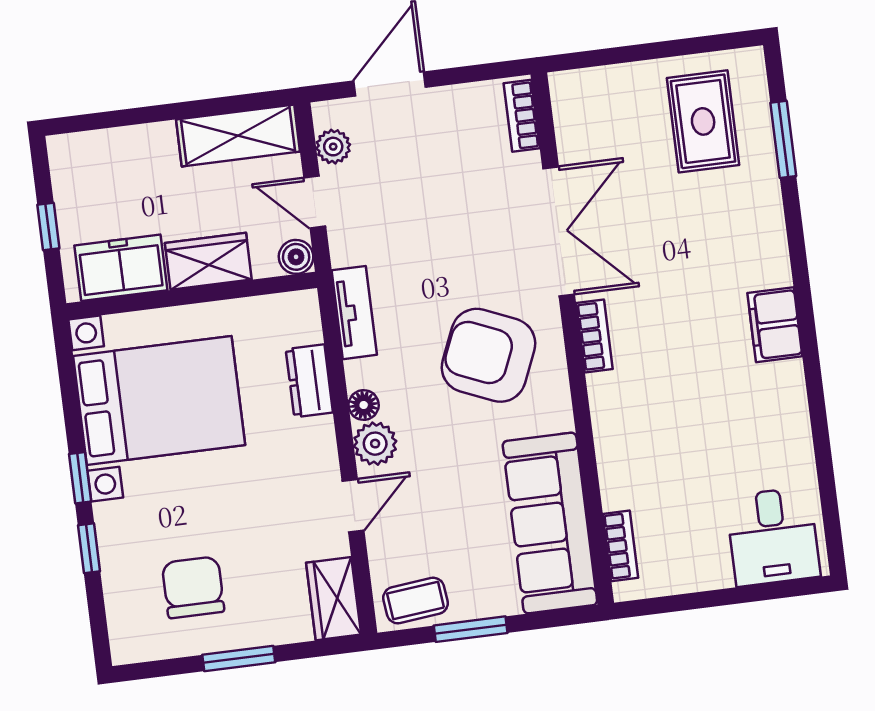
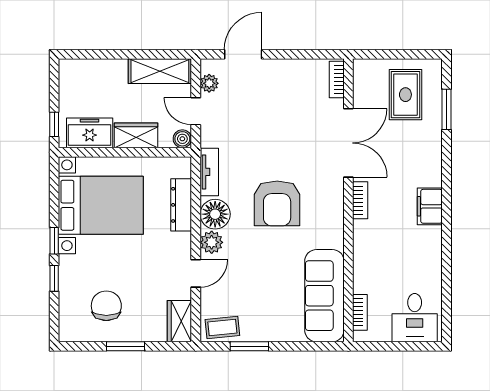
bookcase: (522, 116) -> (337, 80), moved
window: (48, 226) -> (54, 124), moved
double door: (559, 231) -> (348, 143), moved
bookcase: (594, 336) -> (360, 200), moved
wall: (572, 339) -> (348, 200), moved
armchair: (488, 355) -> (277, 203), turned -113
dresser: (309, 381) -> (181, 205), width x1.44
floor lamp: (364, 405) -> (215, 214), width x1.89, depth x1.89
sofa: (550, 523) -> (324, 296), moved
bookcase: (620, 546) -> (360, 312), moved

